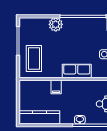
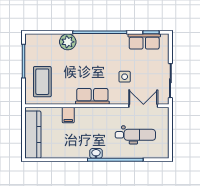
kitchen counter: (39, 117) -> (33, 135), moved, turned 90

